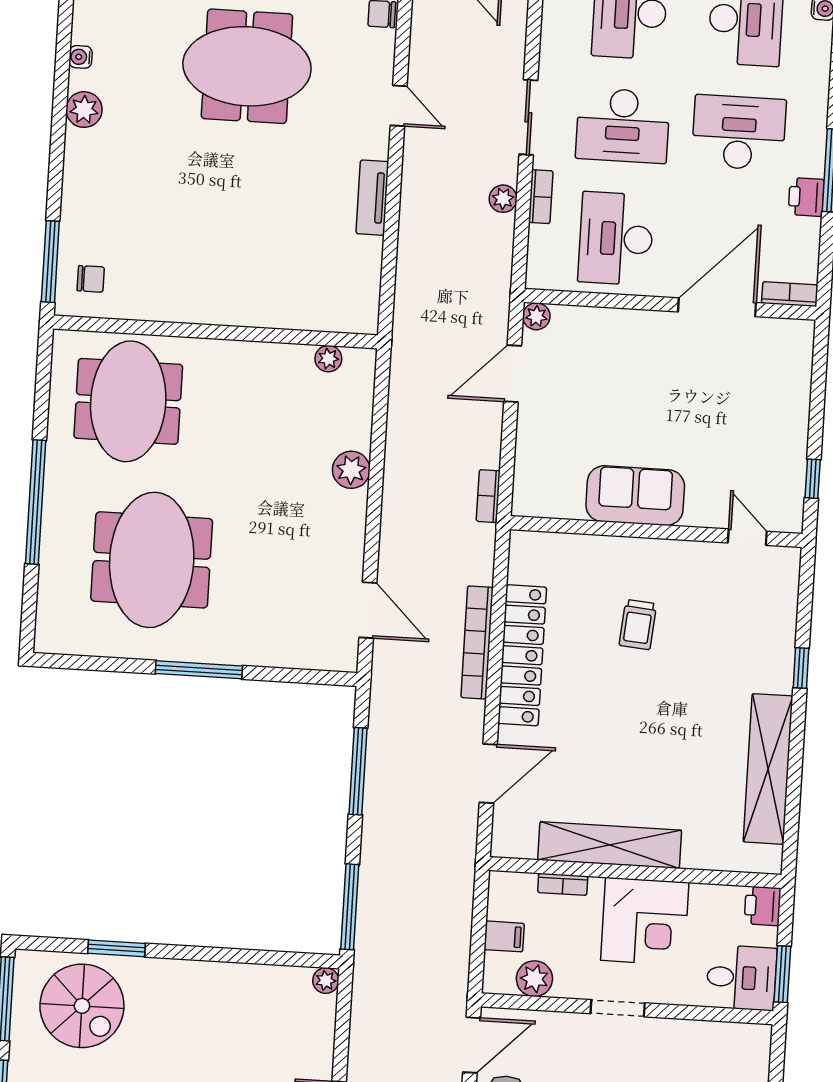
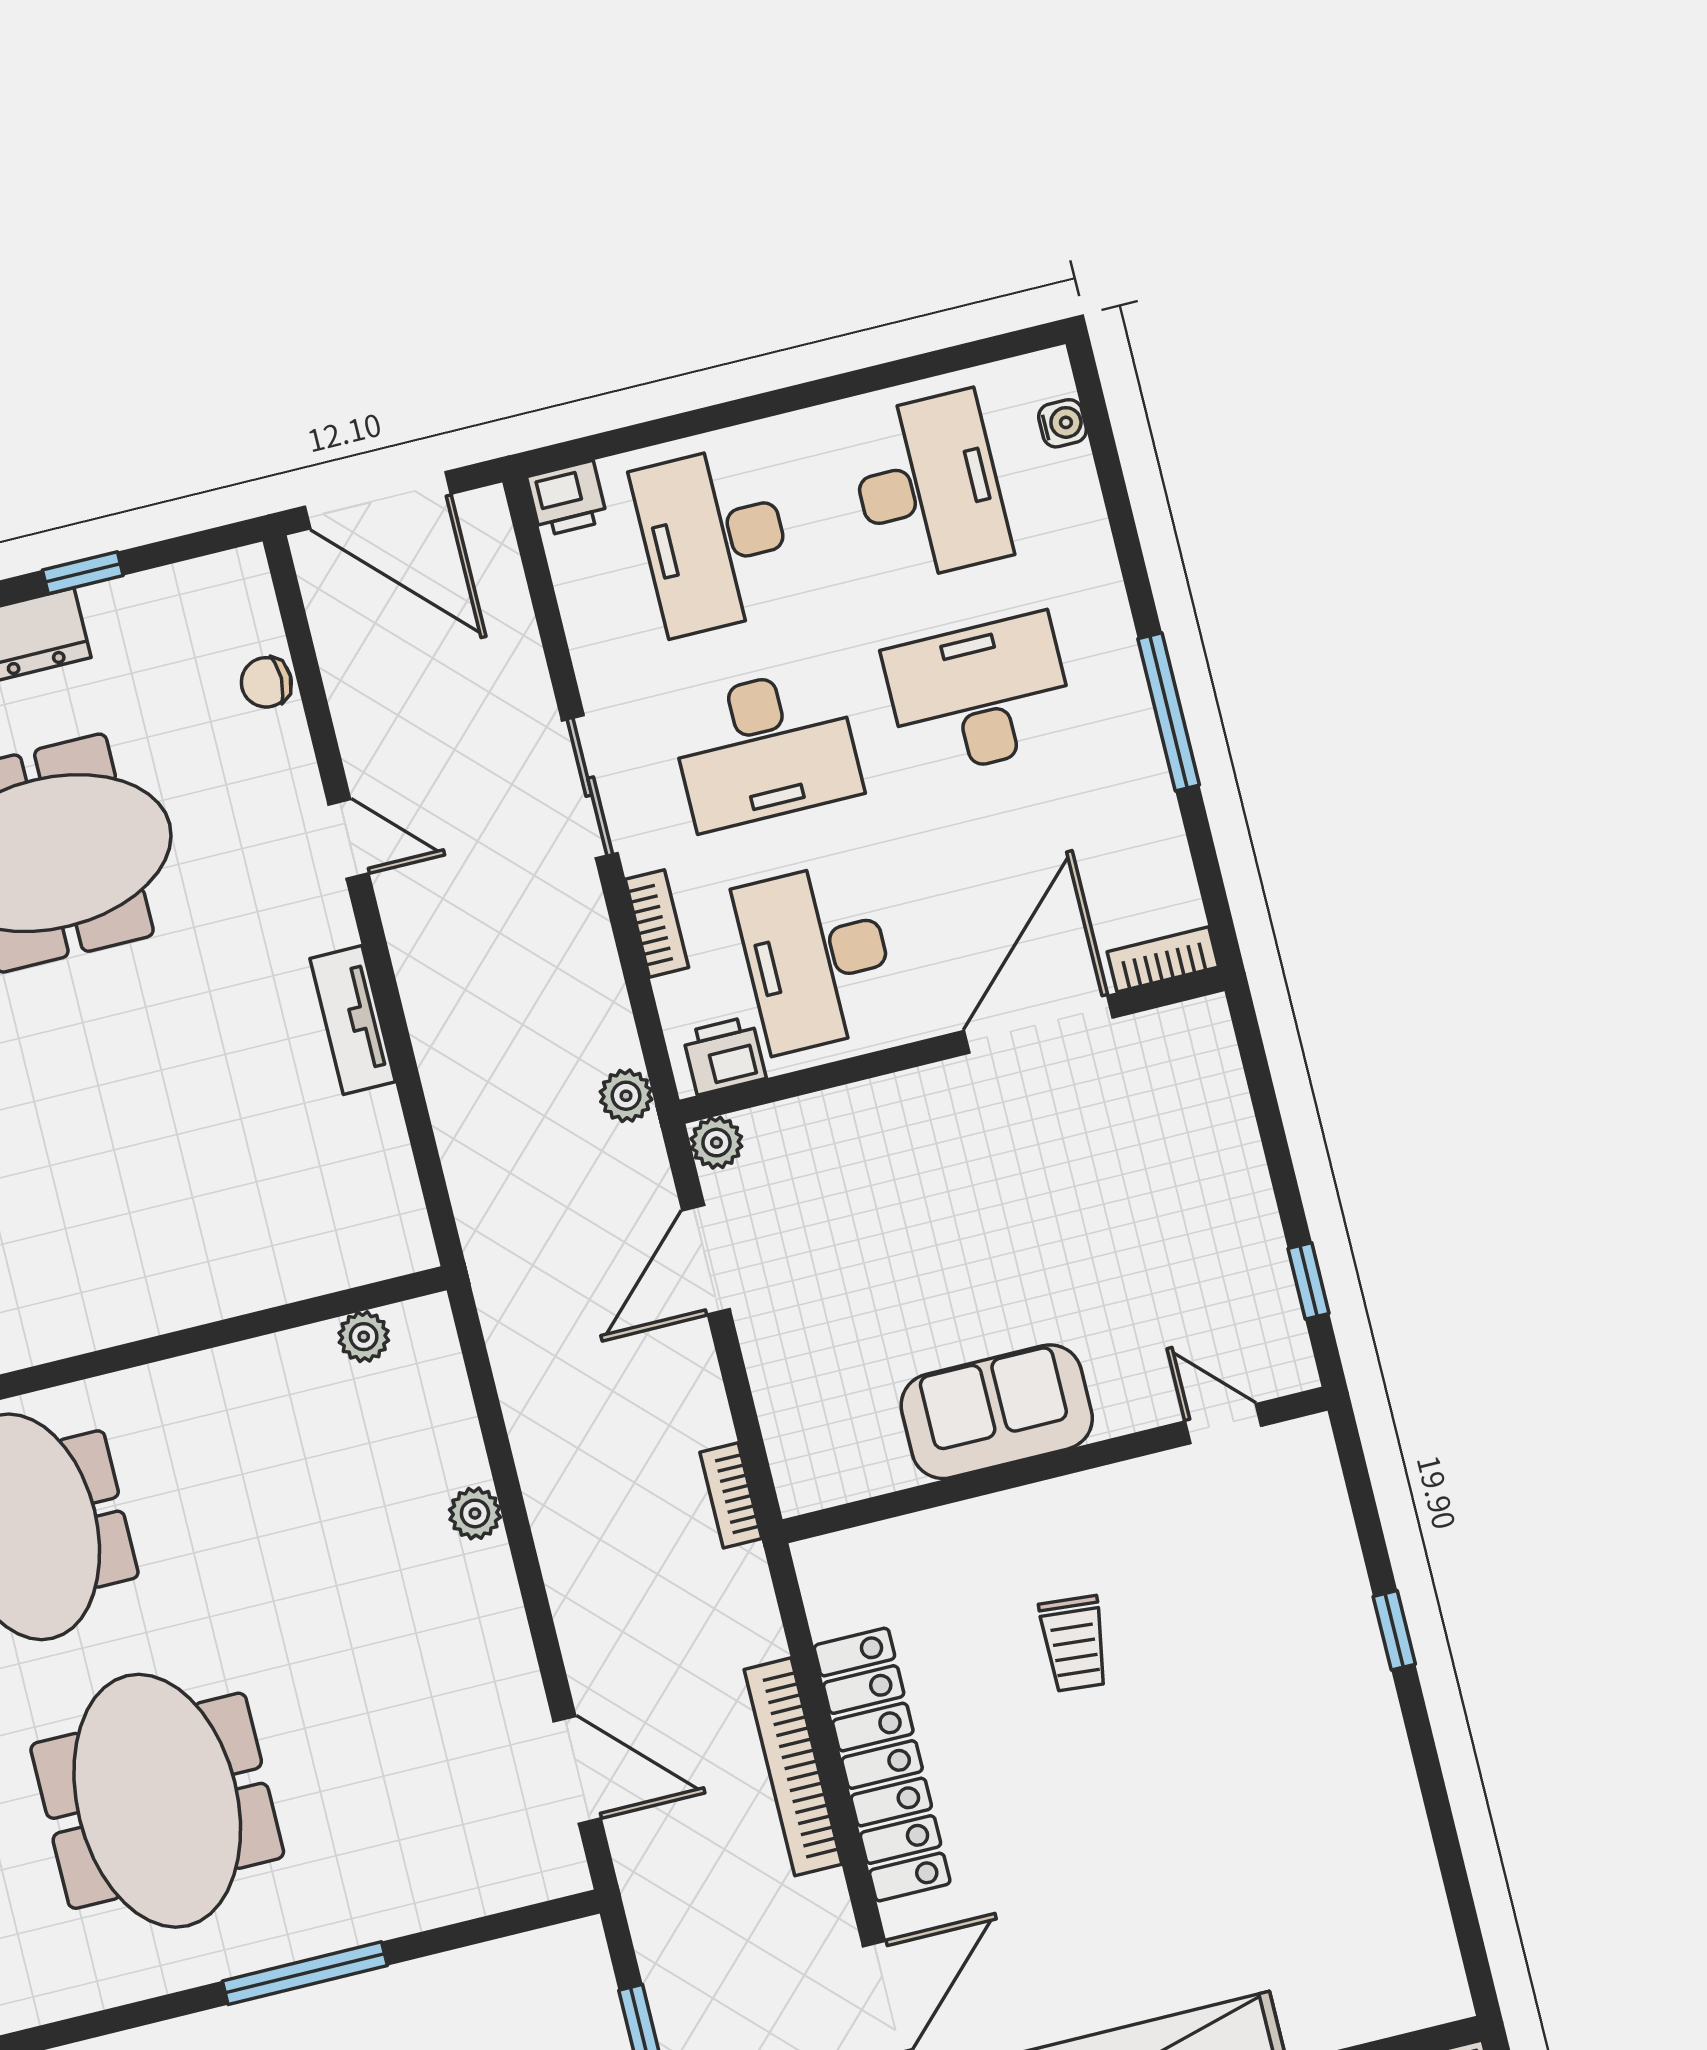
printer: (806, 197) -> (724, 1055), moved, turned 90
plant: (503, 199) -> (626, 1096), moved
plant: (351, 470) -> (475, 1513), width x0.73, depth x0.73
shelving: (768, 769) -> (1391, 1832), removed

